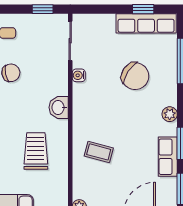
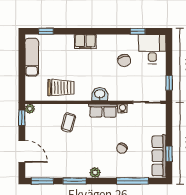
chair: (135, 76) -> (122, 148), width x0.54, depth x0.54
trolley: (36, 151) -> (61, 88), moved
row of seats: (168, 157) -> (103, 111), moved, turned 180

